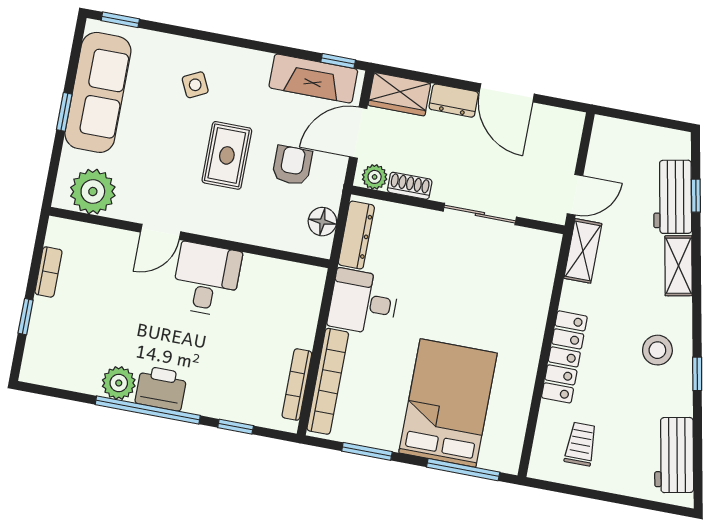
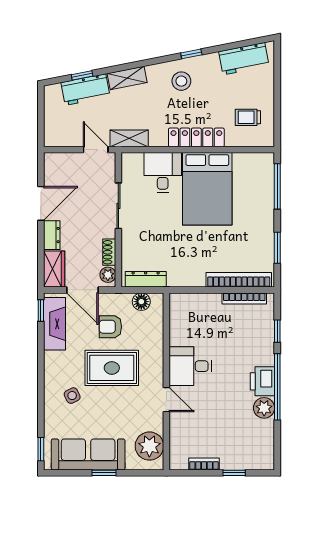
rug: (227, 155) -> (112, 368), width x1.36, depth x1.43
desk: (363, 302) -> (163, 172), moved, turned 180
bed: (448, 403) -> (207, 189), moved, turned -90

